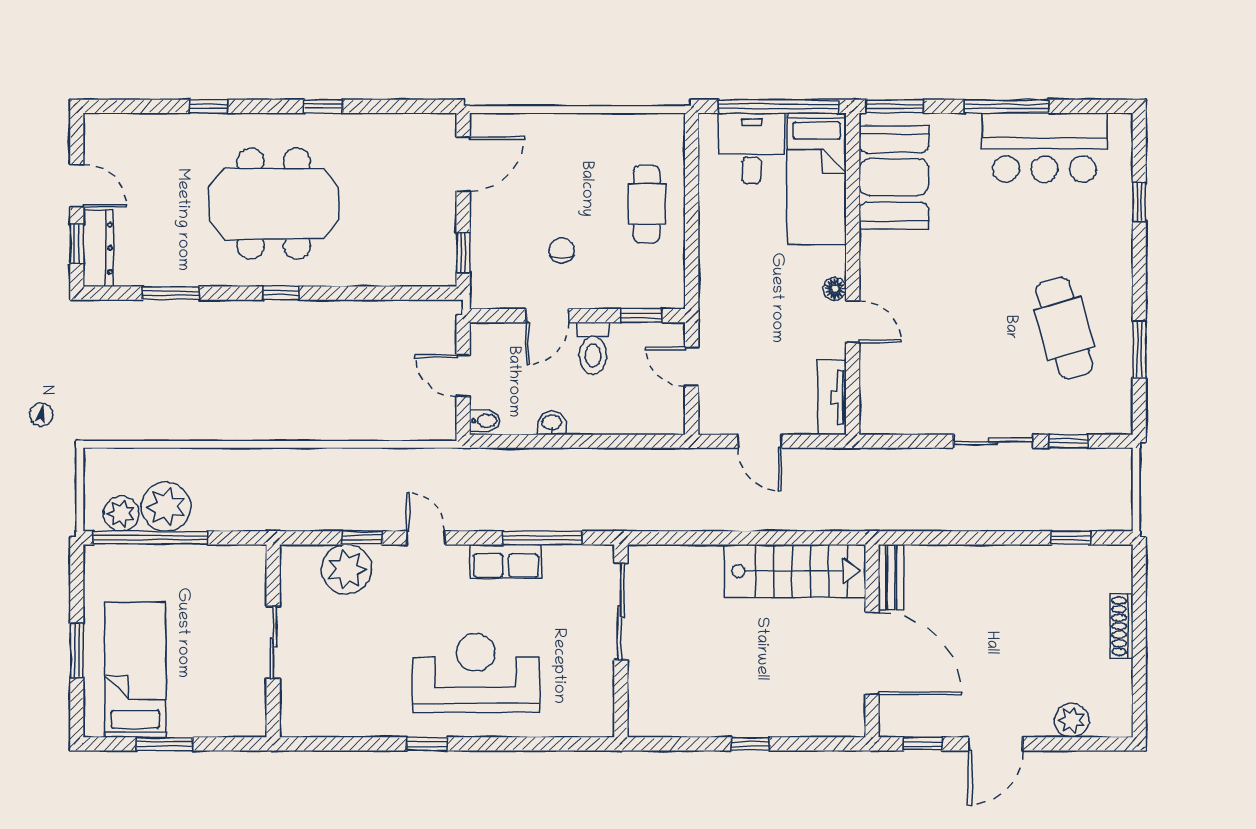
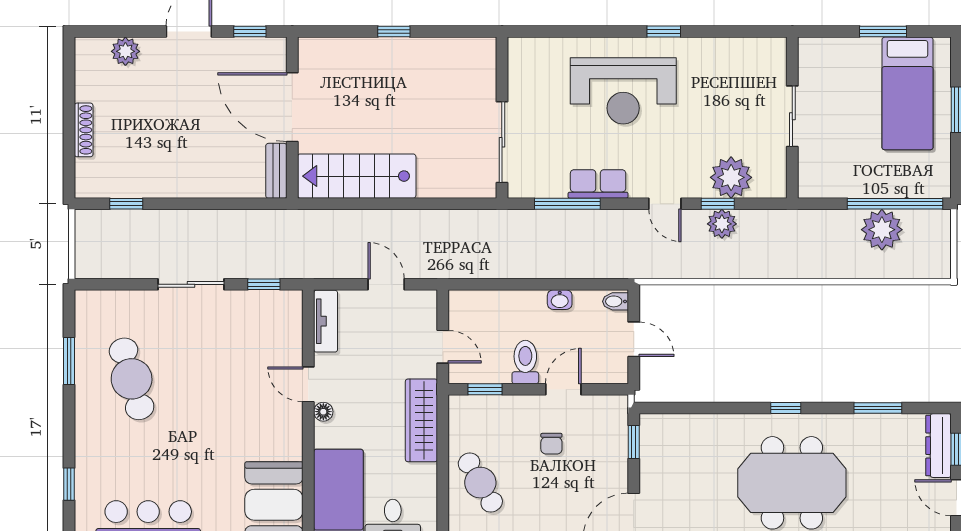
cafe table: (647, 204) -> (480, 483), turned -30
wardrobe: (717, 278) -> (421, 420), added
window: (1069, 441) -> (264, 284), moved
plant: (121, 514) -> (722, 224), moved

